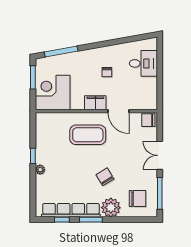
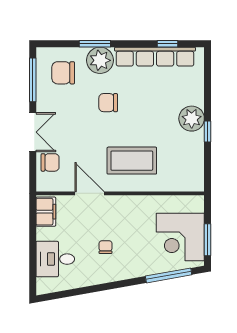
corner desk: (53, 93) -> (180, 237), moved, turned 90
filing cabinet: (95, 103) -> (46, 212), moved, turned -90
chair: (148, 120) -> (50, 162), moved
plant: (40, 170) -> (192, 119), width x1.88, depth x1.88
chair: (105, 177) -> (108, 103), turned 121
window: (91, 220) -> (95, 44), moved

